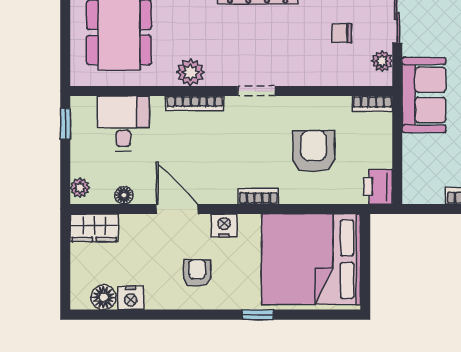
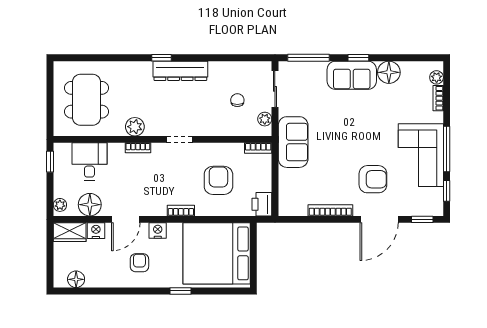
chair: (342, 33) -> (237, 100), turned 90
bookcase: (195, 103) -> (138, 148), width x0.64
floor lamp: (124, 195) -> (90, 205), width x1.89, depth x1.89
door: (177, 209) -> (126, 219), swing flipped
nightstand: (131, 298) -> (96, 231), moved, turned 180

